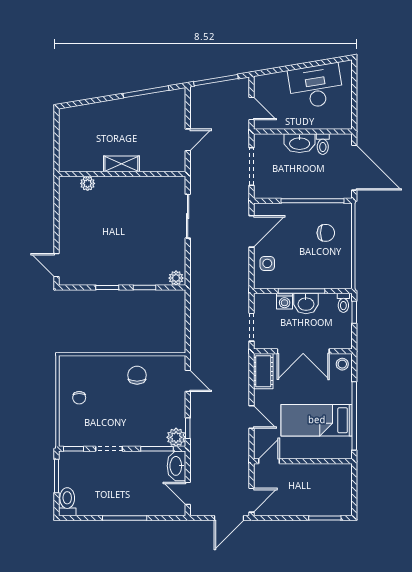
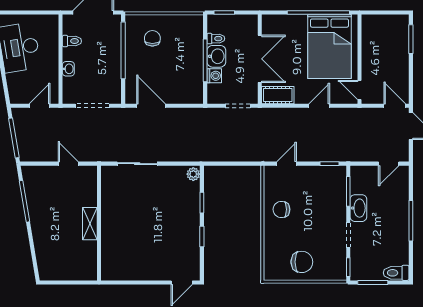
washbasin: (300, 143) -> (68, 69), width x0.52, depth x0.69
plant: (88, 183) -> (108, 254), removed
side table: (267, 263) -> (180, 91), removed
toilet: (343, 303) -> (216, 39), moved
stool: (342, 364) -> (271, 23), removed
chair: (79, 398) -> (302, 262), width x1.87, depth x1.87
bed: (317, 420) -> (329, 47), width x1.50
plant: (176, 437) -> (338, 174), removed
washbasin: (176, 466) -> (358, 208), moved, turned -90

